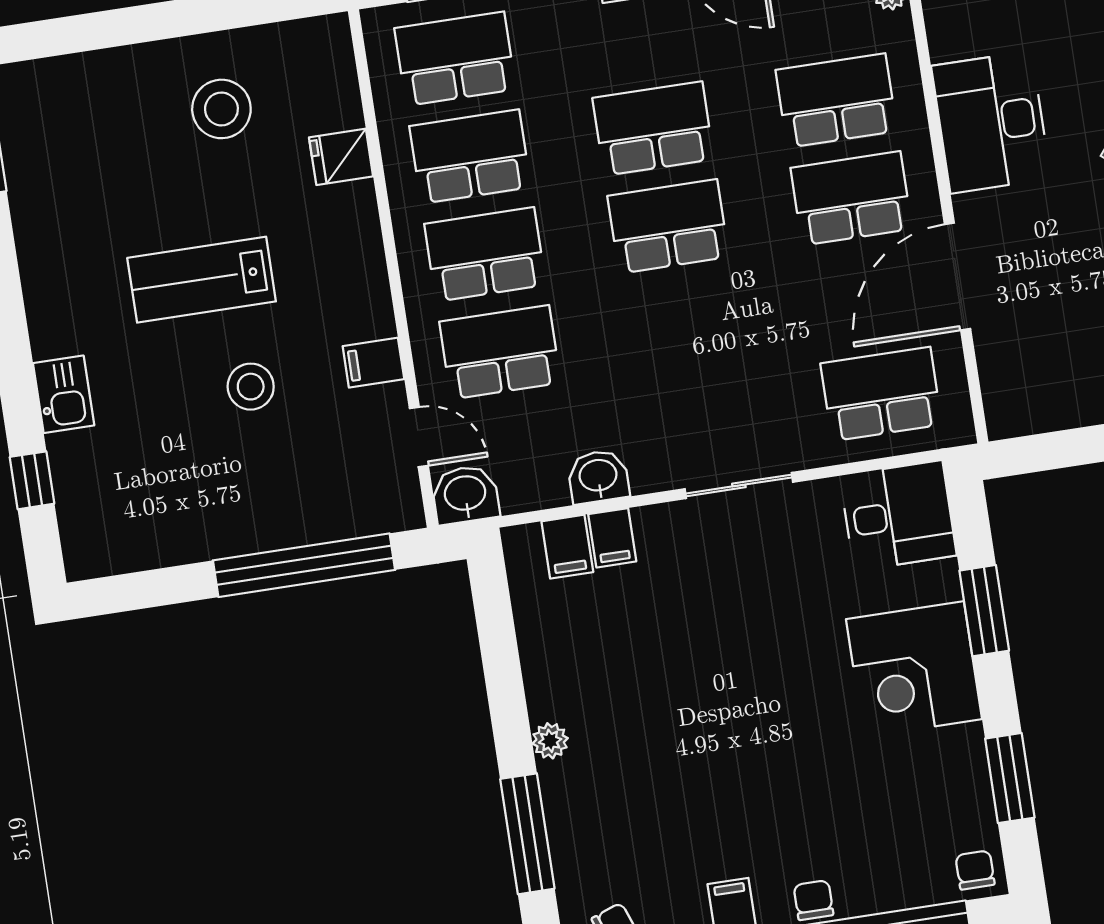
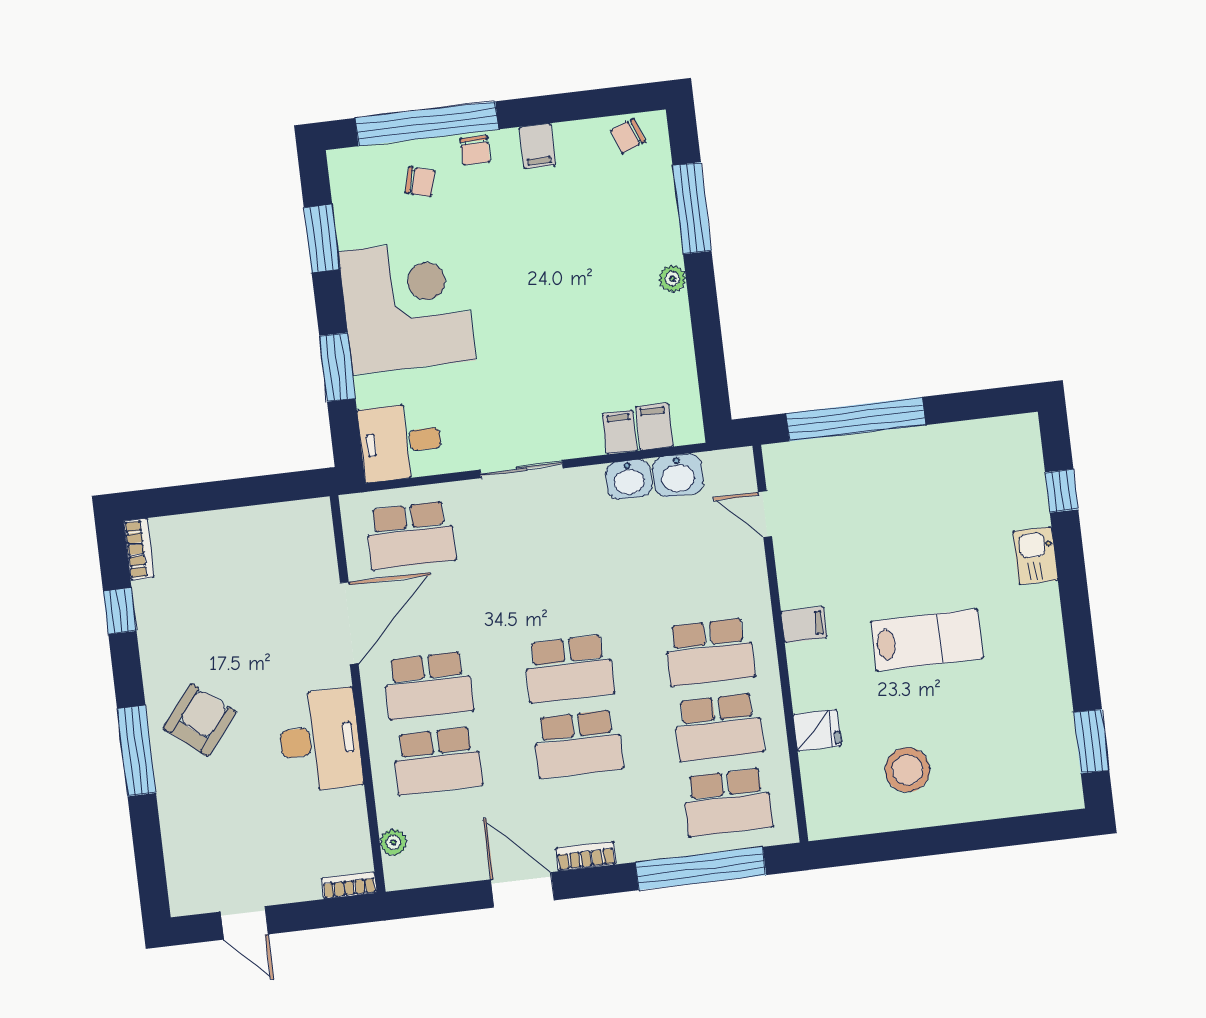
school desk: (500, 352) -> (701, 577), removed
filing cabinet: (373, 363) -> (804, 625), moved
stool: (251, 387) -> (892, 557), removed
washbasin: (465, 495) -> (678, 475), moved
corner desk: (914, 669) -> (407, 306), width x1.36, depth x1.36
chair: (975, 870) -> (420, 182), moved, turned -75

